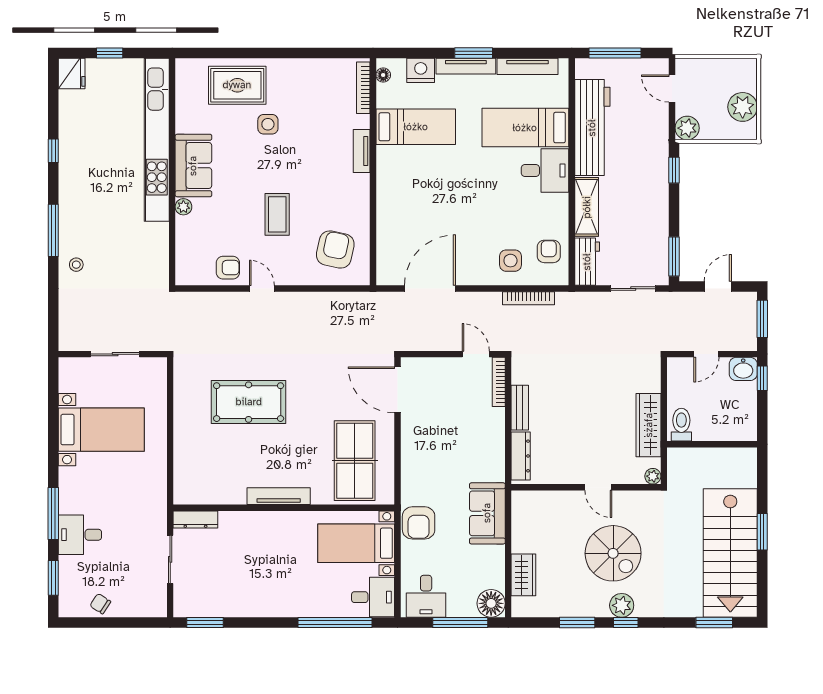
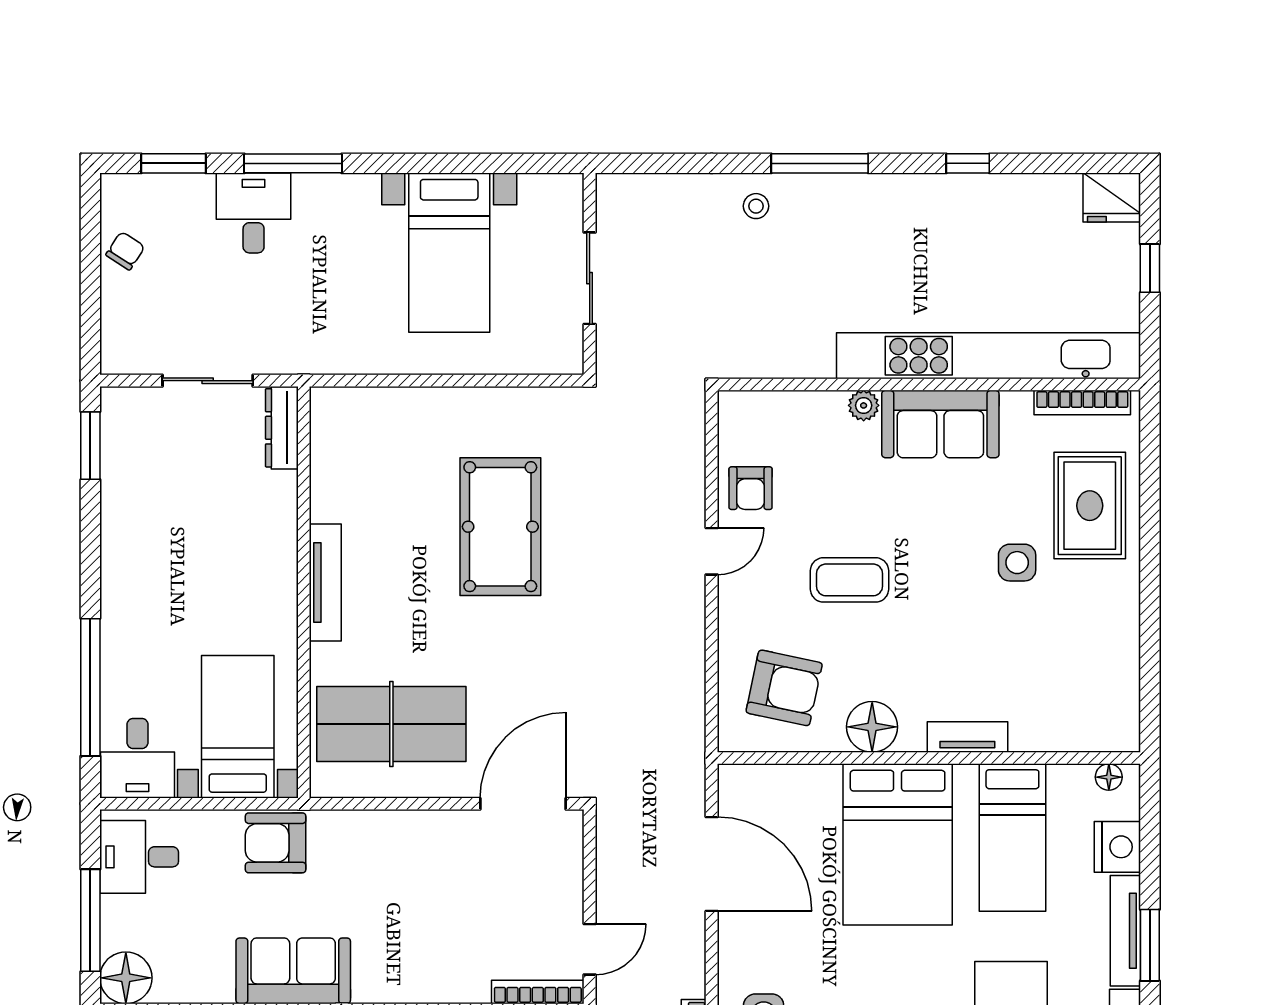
bookcase: (363, 88) -> (1082, 403), moved, turned 180
bed: (419, 189) -> (898, 844), added
floor lamp: (356, 202) -> (872, 727), added

